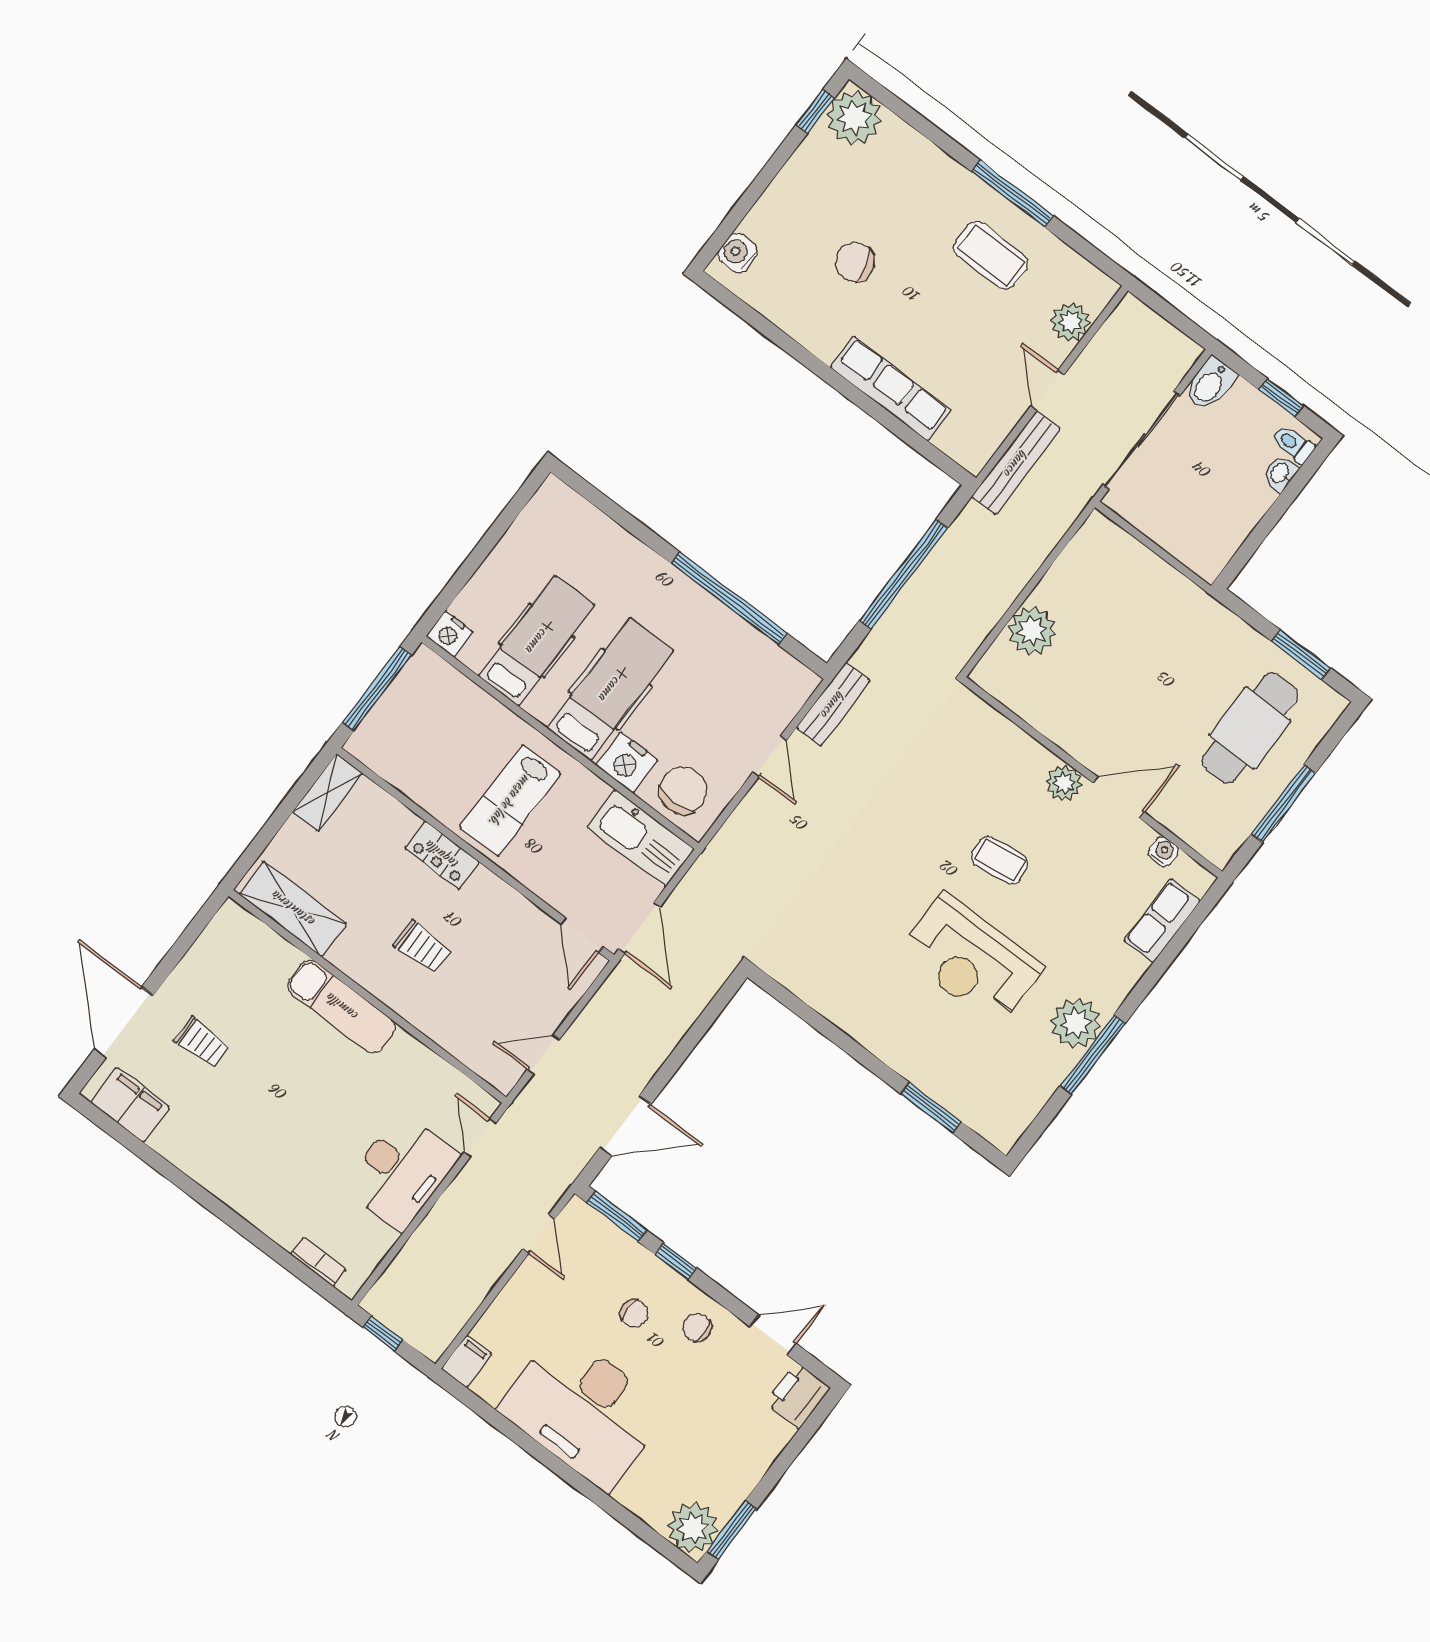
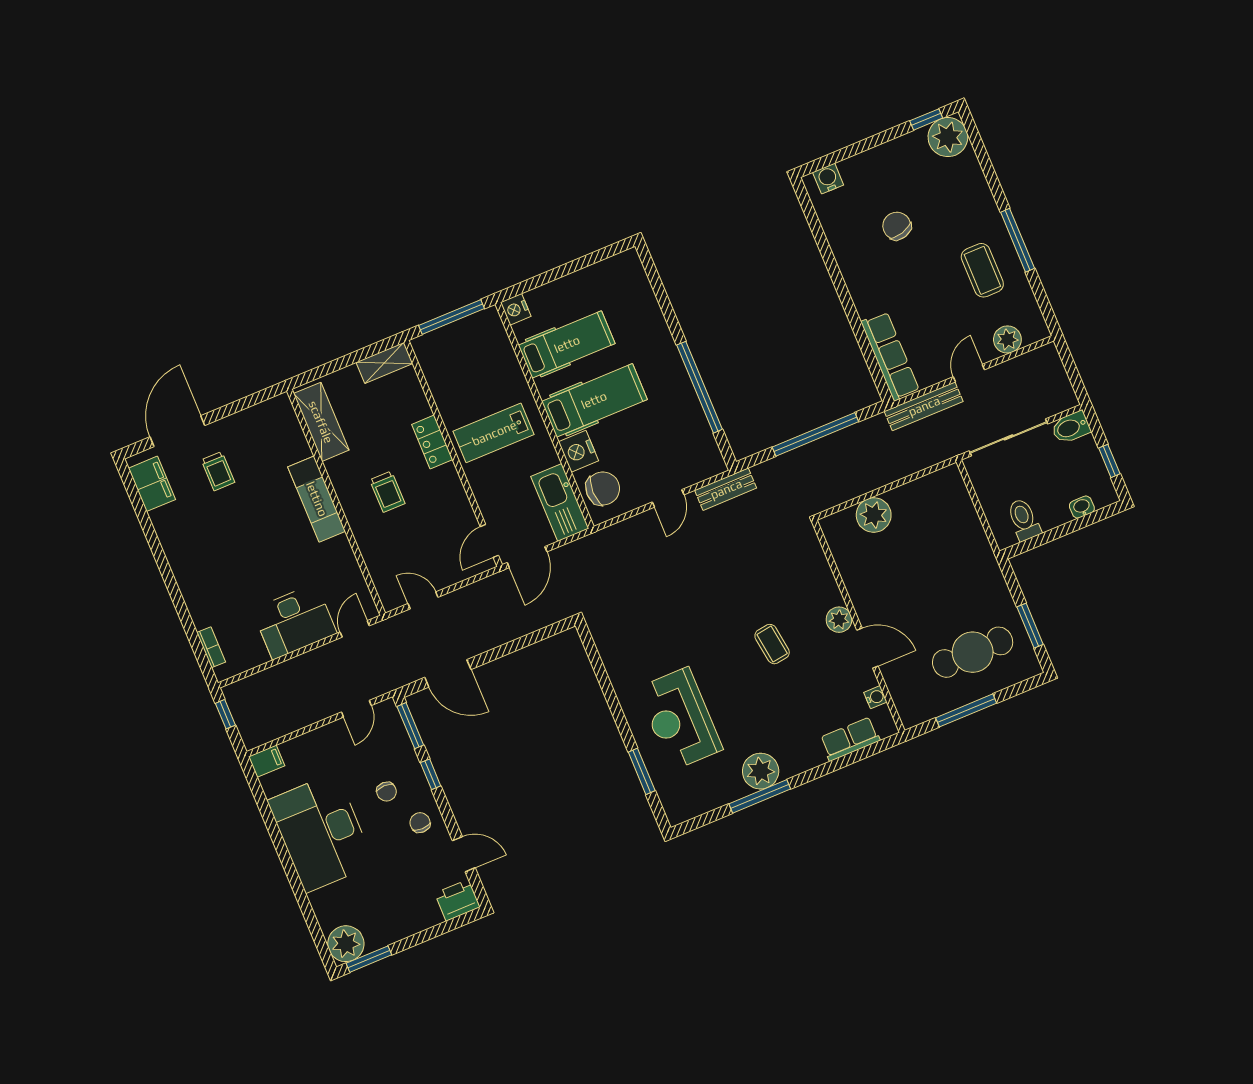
row of seats: (891, 389) -> (890, 356), moved
toilet: (1293, 444) -> (1024, 520), moved, width x1.37, depth x1.39
reception desk: (971, 960) -> (680, 719), moved

